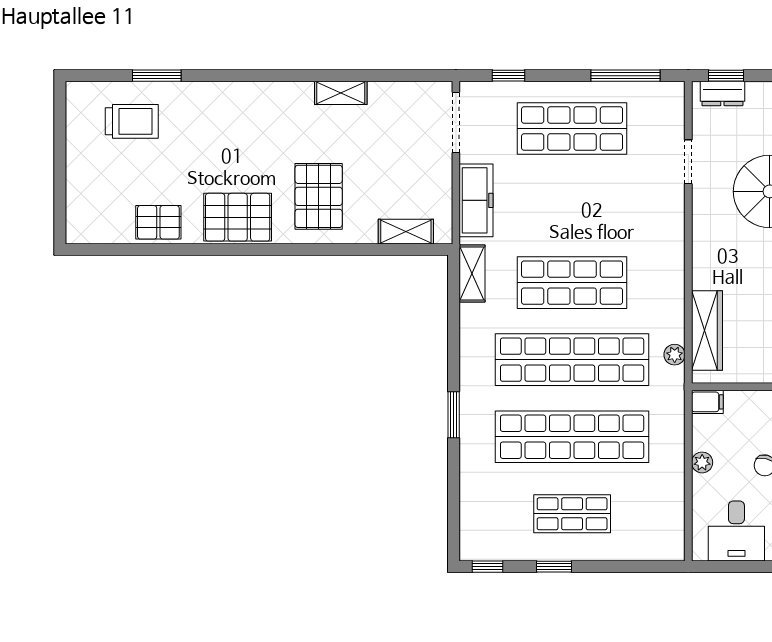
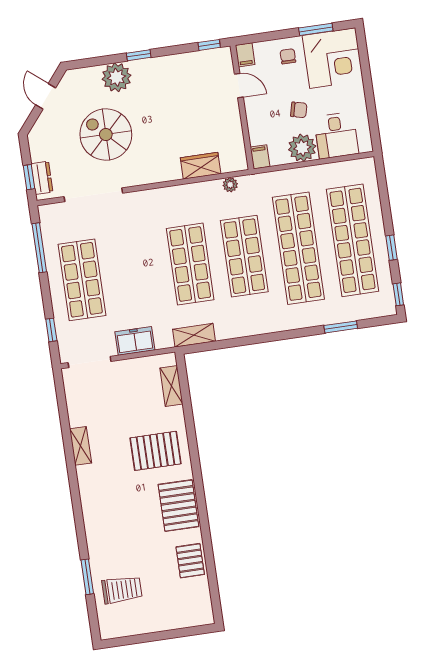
trolley: (132, 121) -> (122, 590), turned 90
doorway: (688, 162) -> (93, 195), width x1.87
freezer: (476, 200) -> (135, 341), width x0.71
wardrobe: (707, 330) -> (201, 166), width x0.67
shop shelf: (572, 360) -> (244, 256), width x0.71
window: (454, 415) -> (341, 327), moved
plant: (702, 462) -> (302, 148), width x1.87, depth x1.87
shop shelf: (572, 514) -> (352, 240), width x2.00, depth x1.36
desk: (736, 531) -> (336, 135), moved, turned 90

